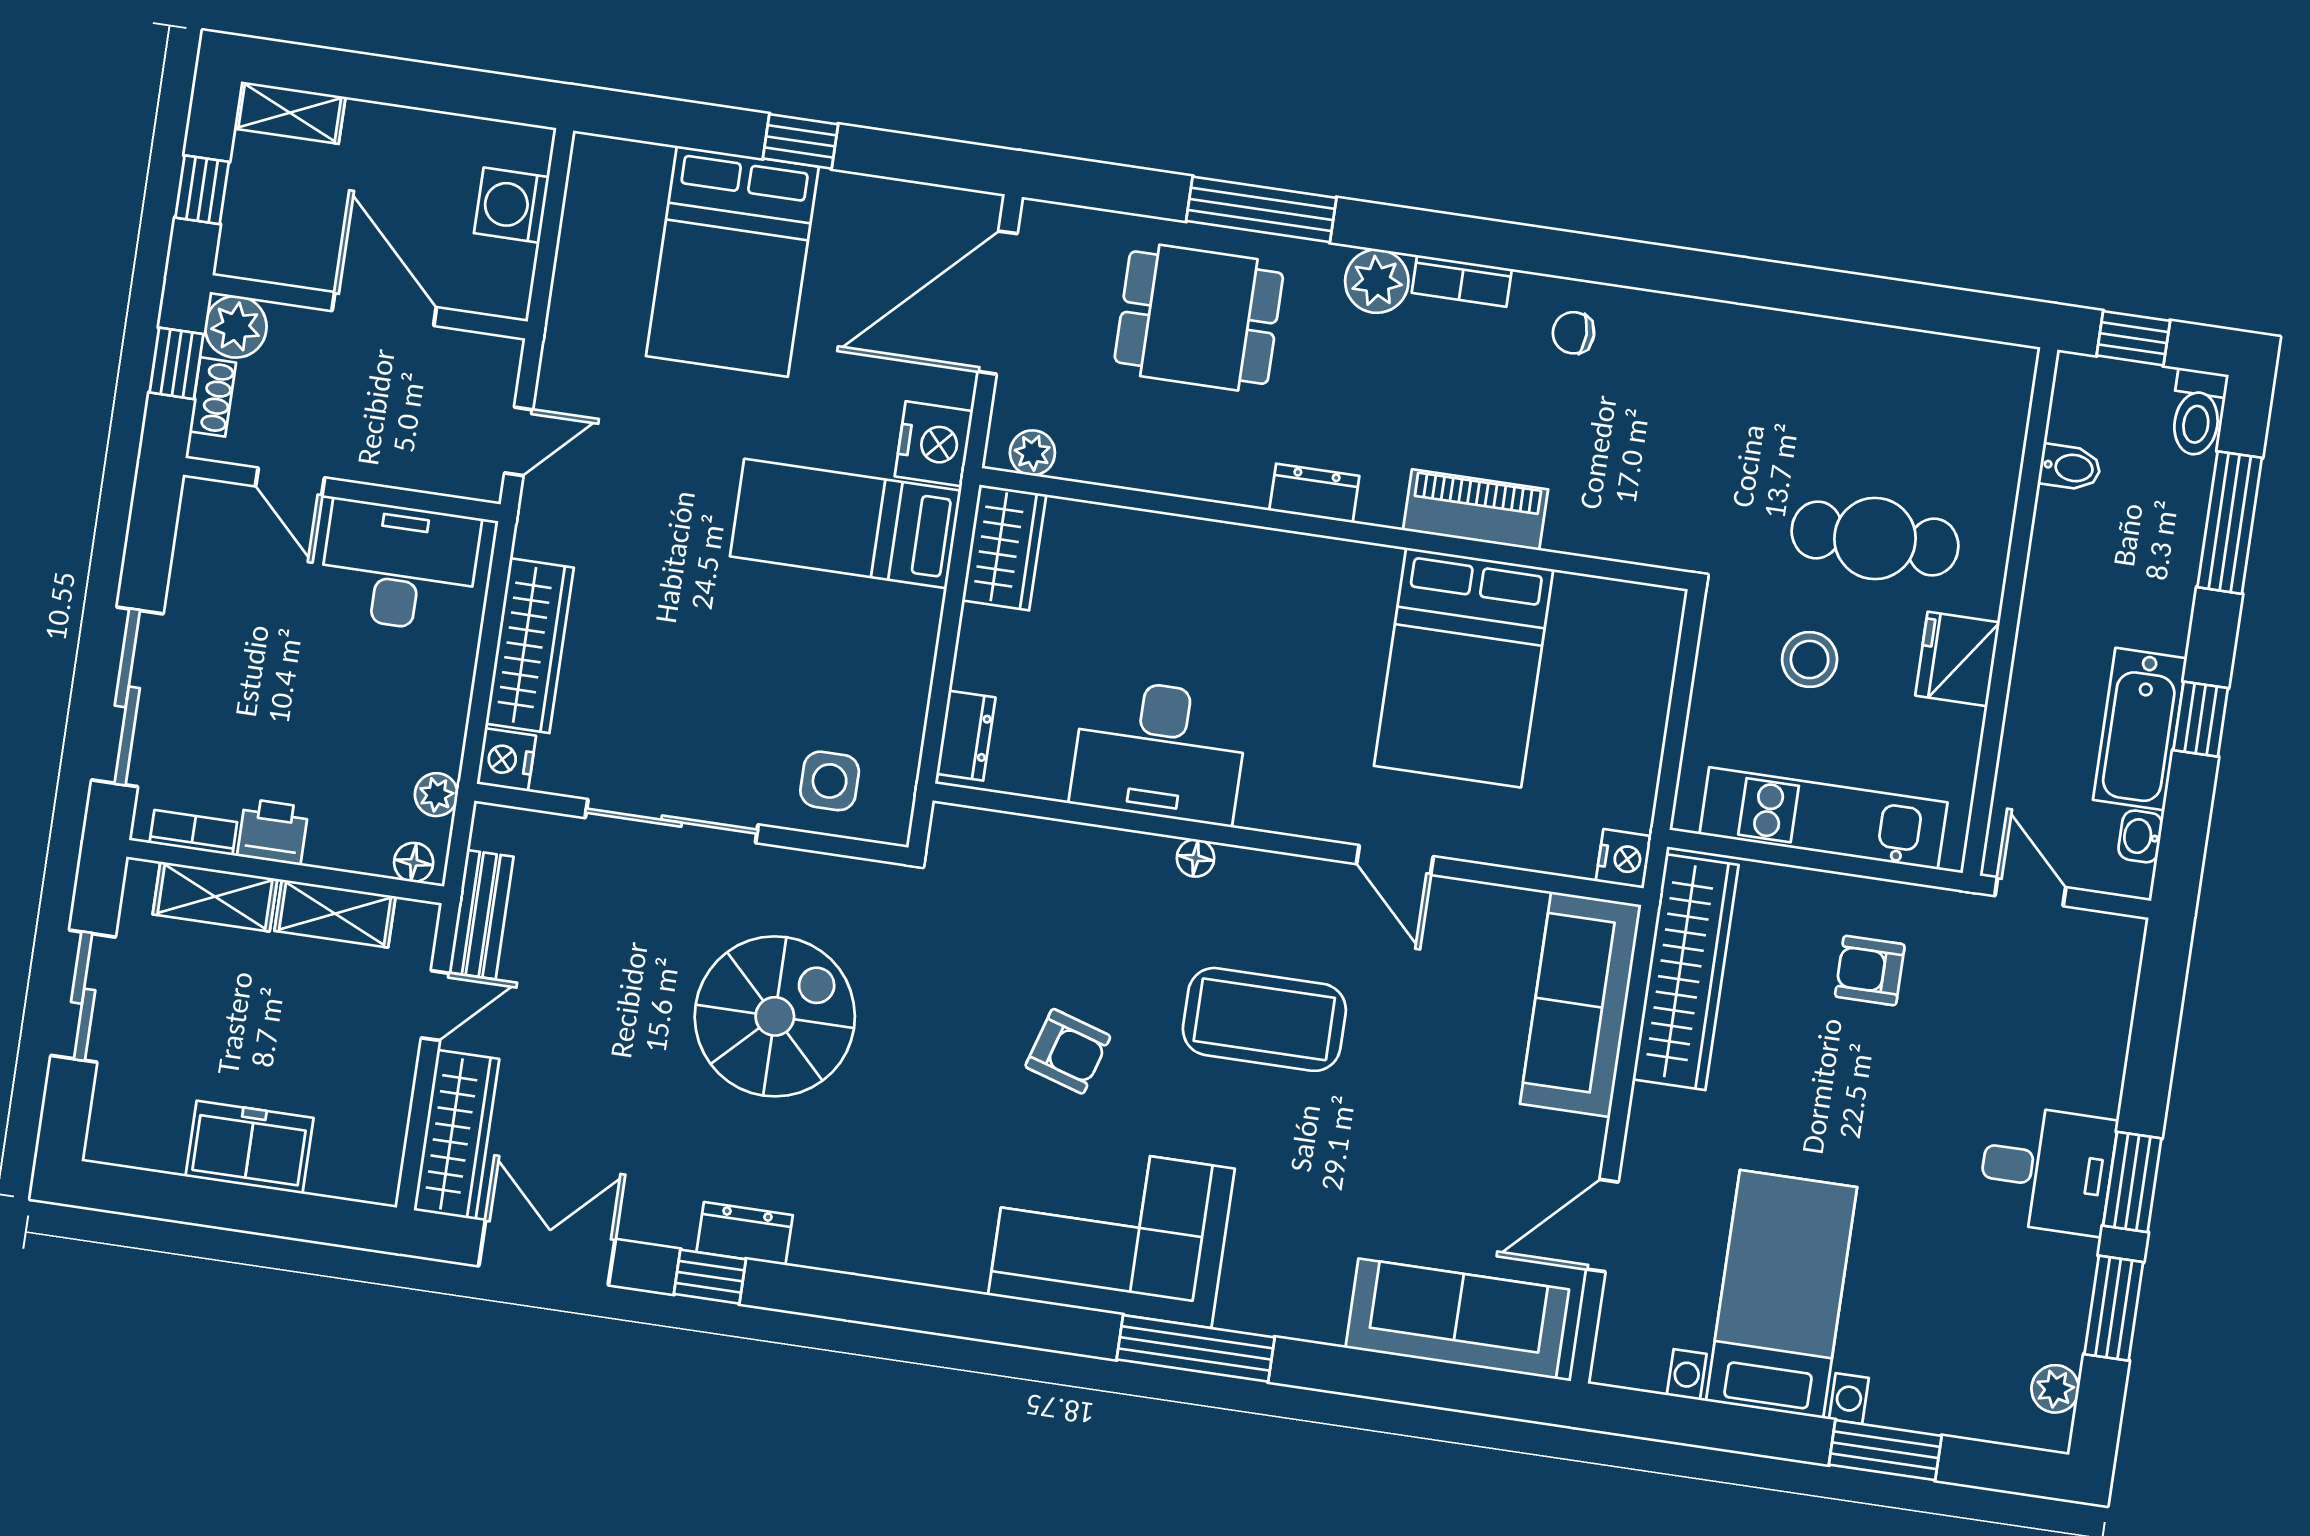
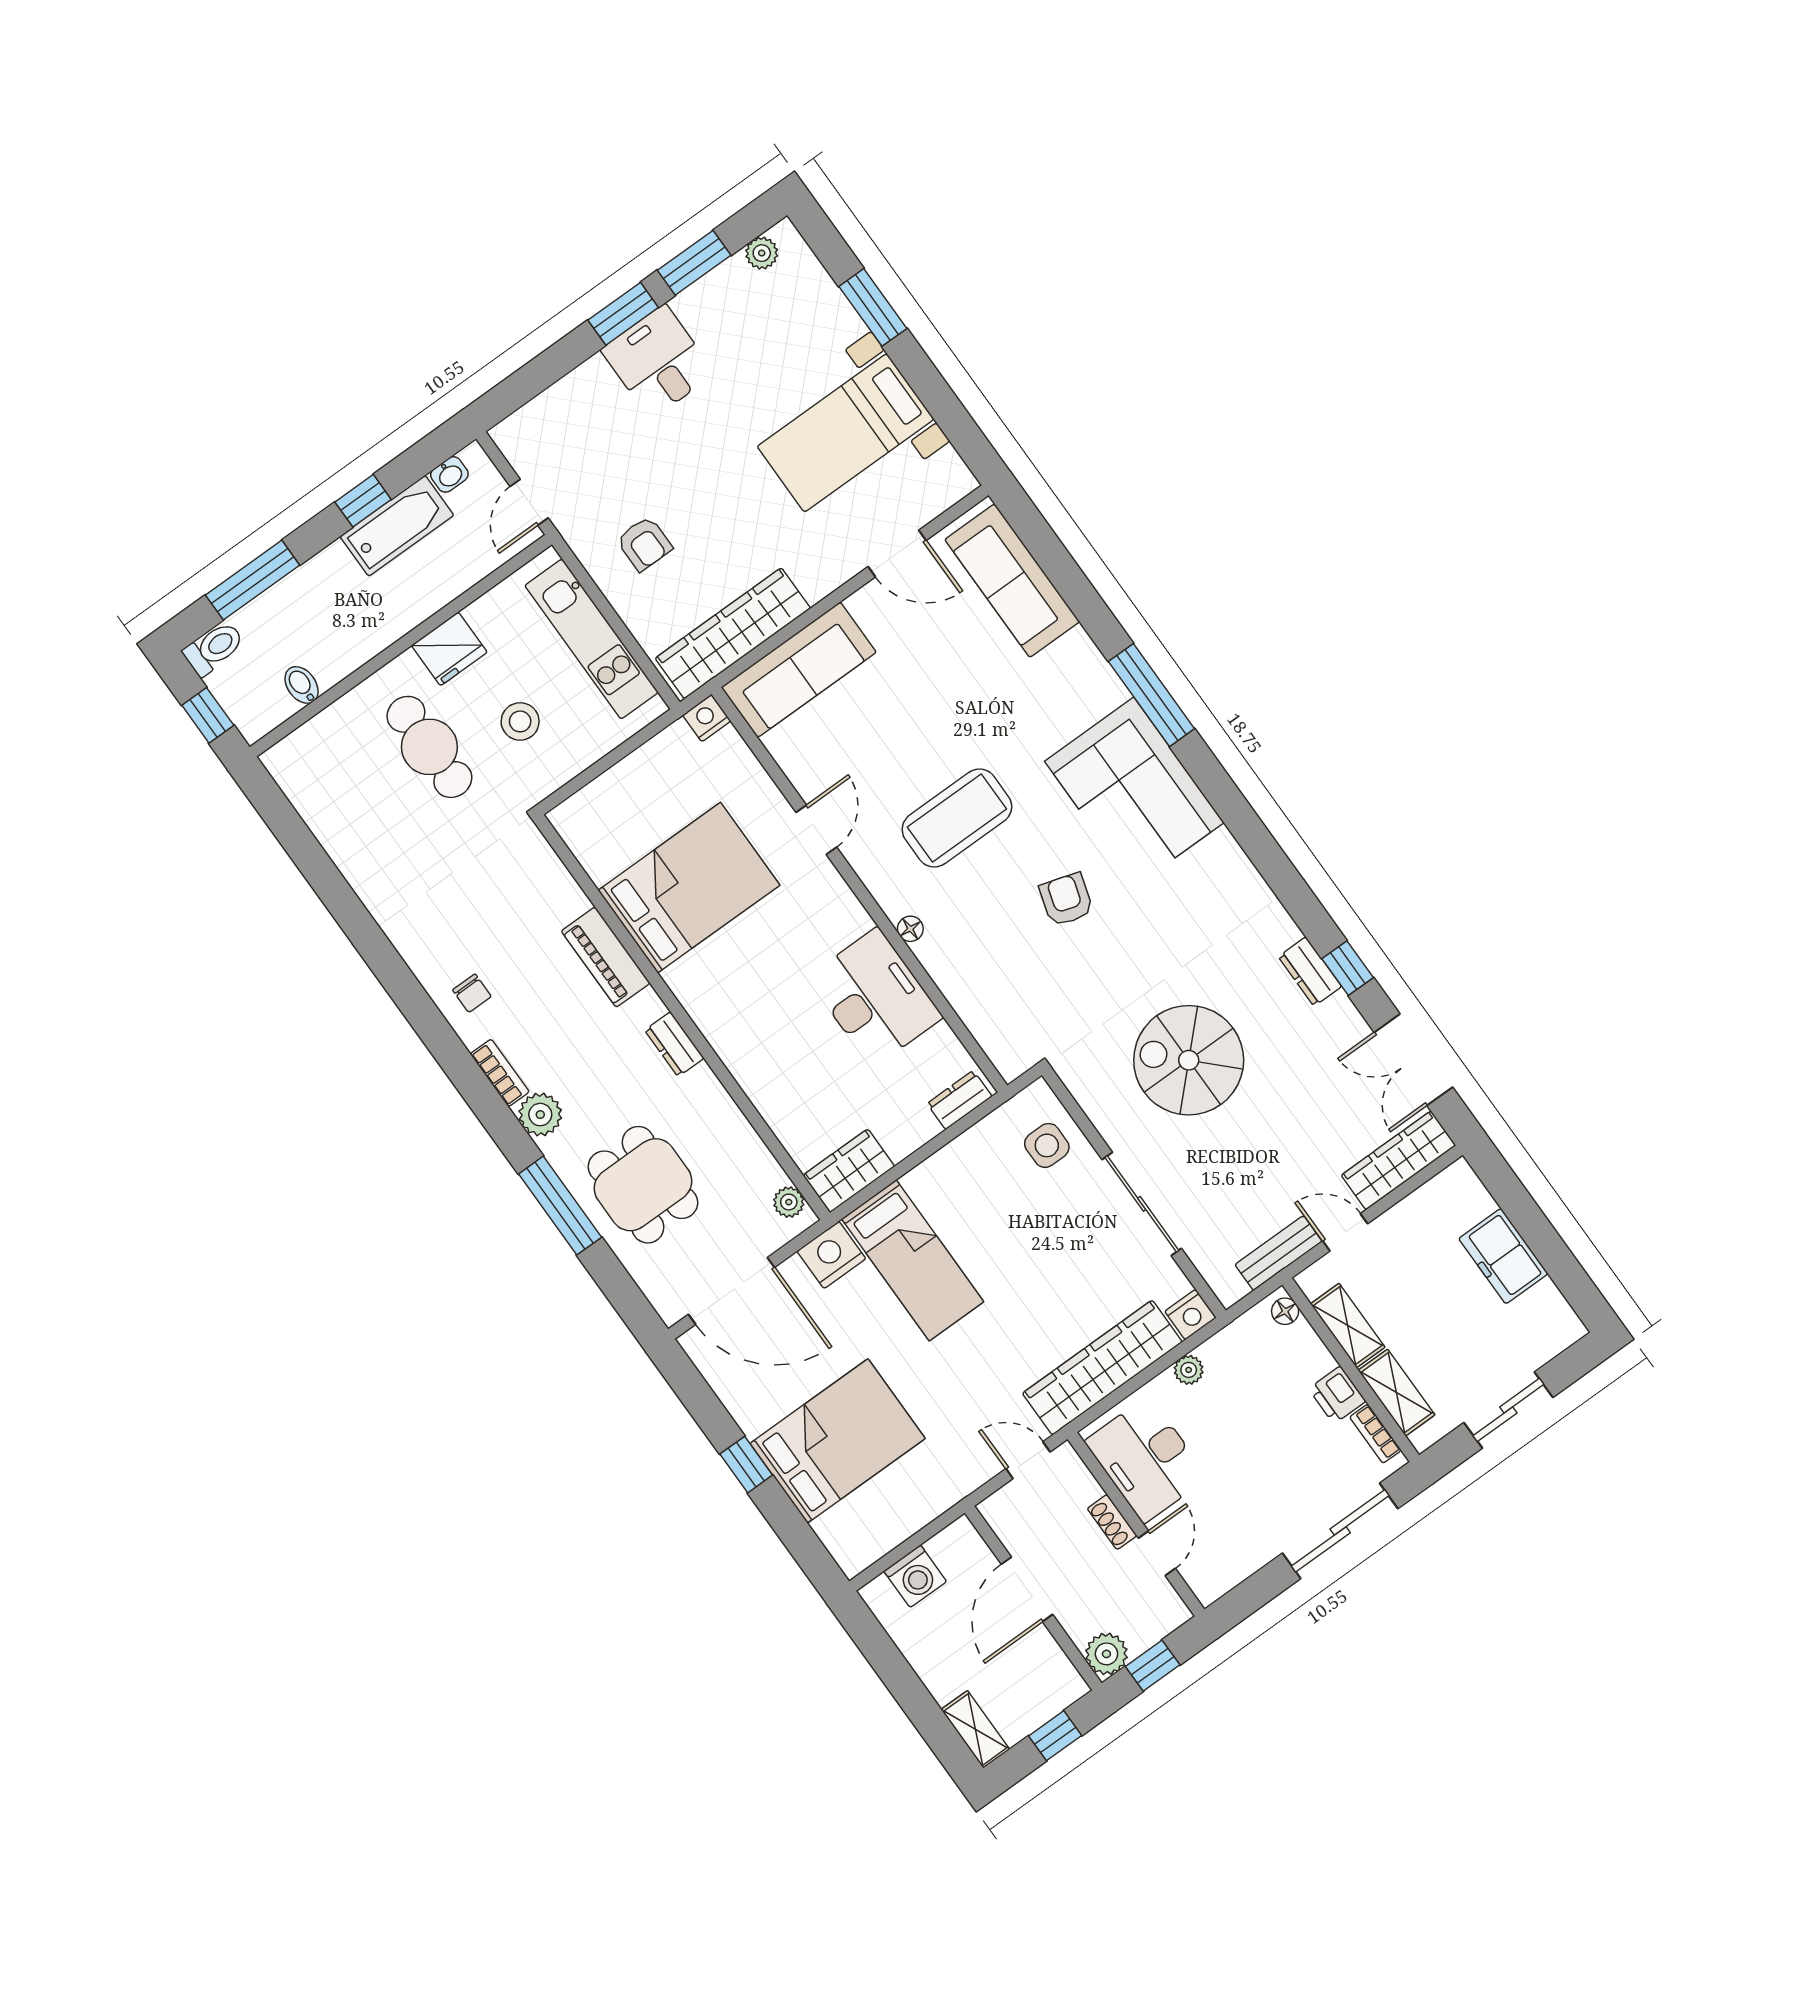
shoe rack: (213, 397) -> (1112, 1522), moved, turned -90
wardrobe: (530, 646) -> (1102, 1368), width x1.40, depth x1.17
plant: (436, 795) -> (1189, 1370), moved
coffee table: (1264, 1019) -> (957, 818), turned 90

